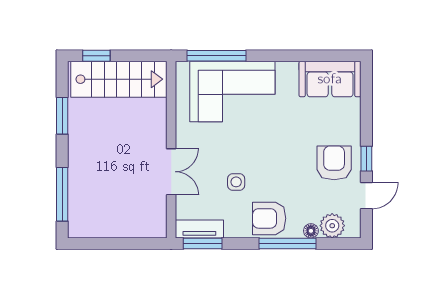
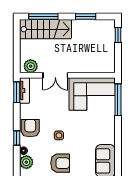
stairs: (119, 79) -> (45, 29), moved, turned -90
corner sofa: (232, 91) -> (92, 94), moved, turned -90
side table: (236, 182) -> (59, 135), moved
plant: (154, 218) -> (31, 66), added
window: (287, 243) -> (17, 138), width x0.46

